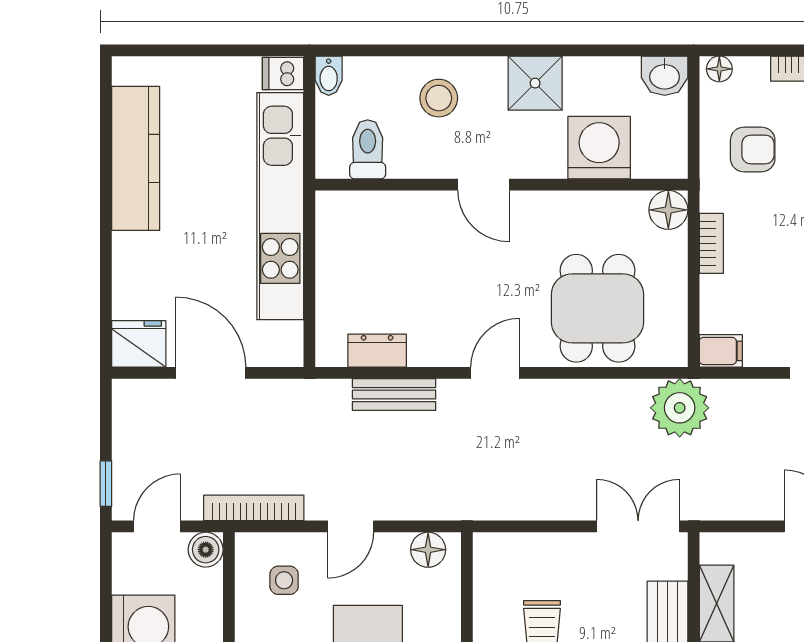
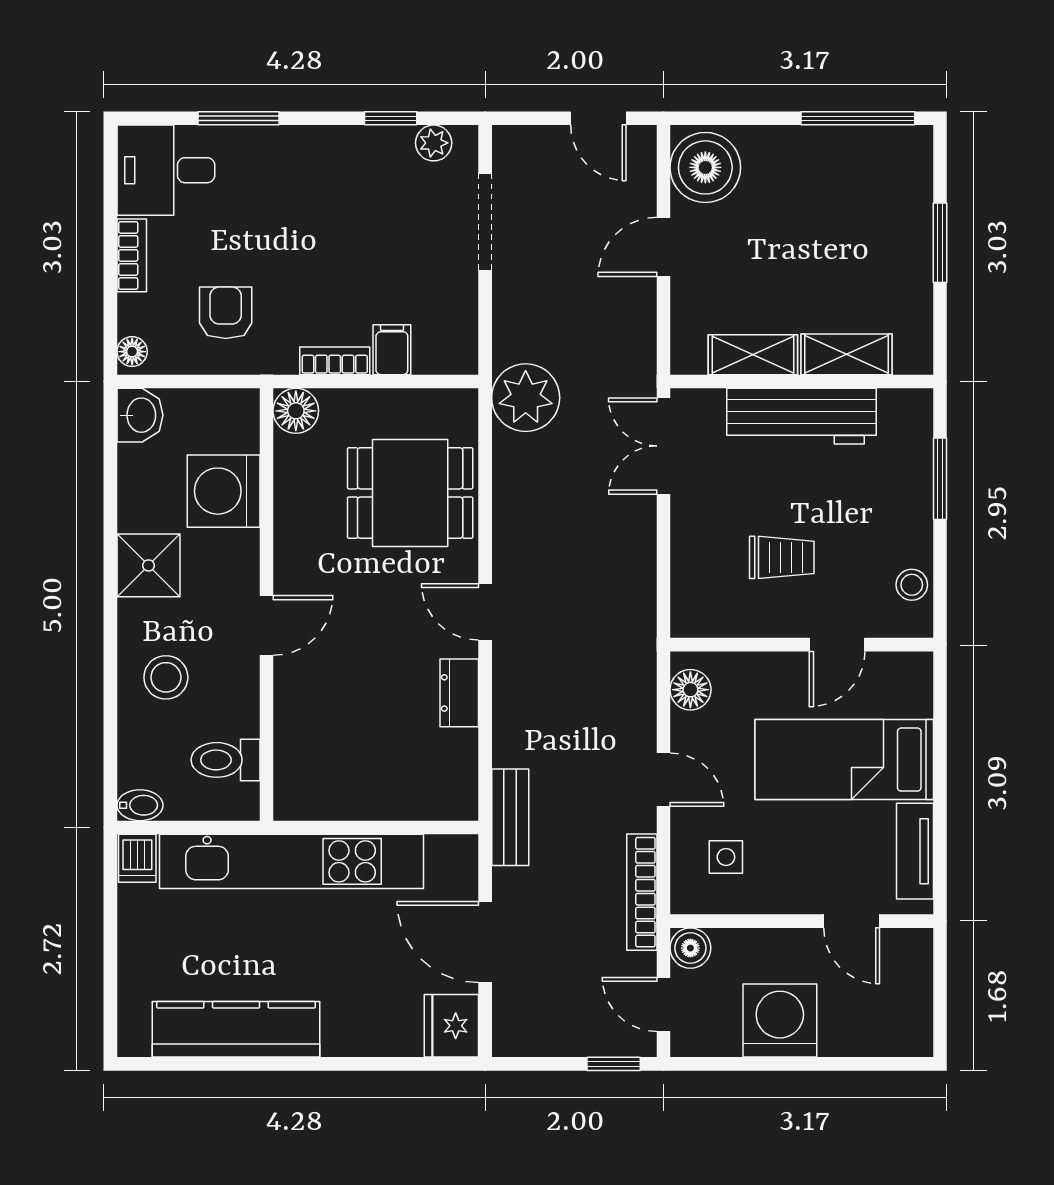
dresser: (377, 351) -> (459, 693), moved
filing cabinet: (721, 351) -> (392, 350), moved
door: (211, 373) -> (485, 942), hinge flipped
bench: (394, 395) -> (510, 817), moved

